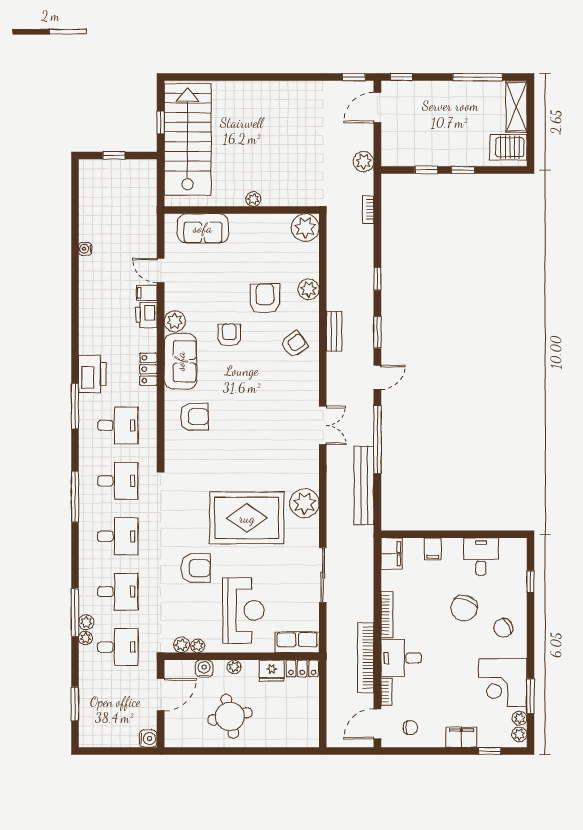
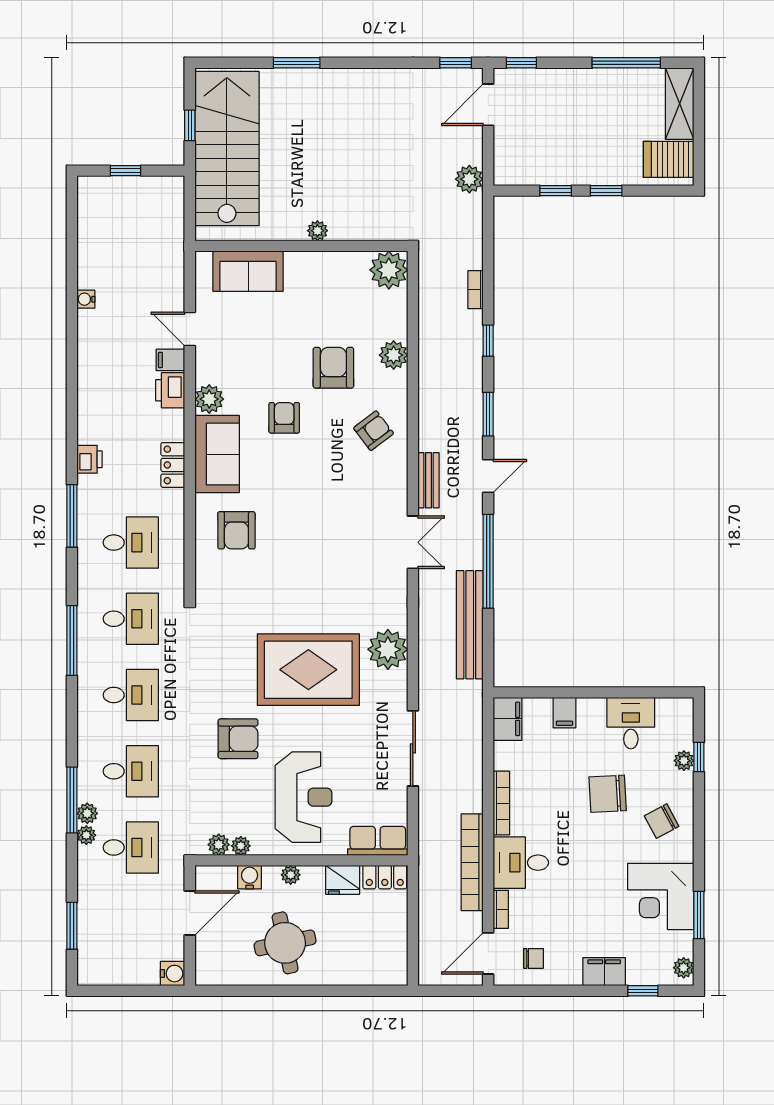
window: (238, 77) -> (297, 63), added
bookcase: (368, 210) -> (476, 290), moved
bench: (334, 331) -> (429, 480), moved
printer: (92, 374) -> (90, 459), width x0.53, depth x0.68
armchair: (195, 417) -> (236, 530), turned 90
chair: (464, 608) -> (608, 794), turned 67
plant: (520, 718) -> (684, 761), moved

